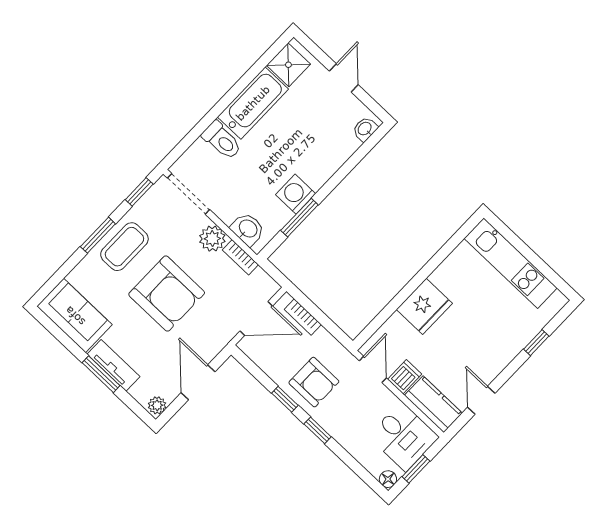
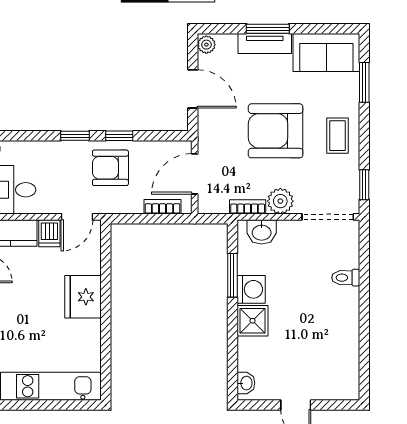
shower: (288, 65) -> (253, 321), moved
bathtub: (253, 103) -> (343, 325), removed
toilet: (222, 140) -> (346, 278), width x0.73, depth x0.72
window: (98, 235) -> (364, 82), moved
coffee table: (124, 247) -> (338, 136), width x0.73, depth x0.77
door: (373, 369) -> (77, 217), hinge flipped

